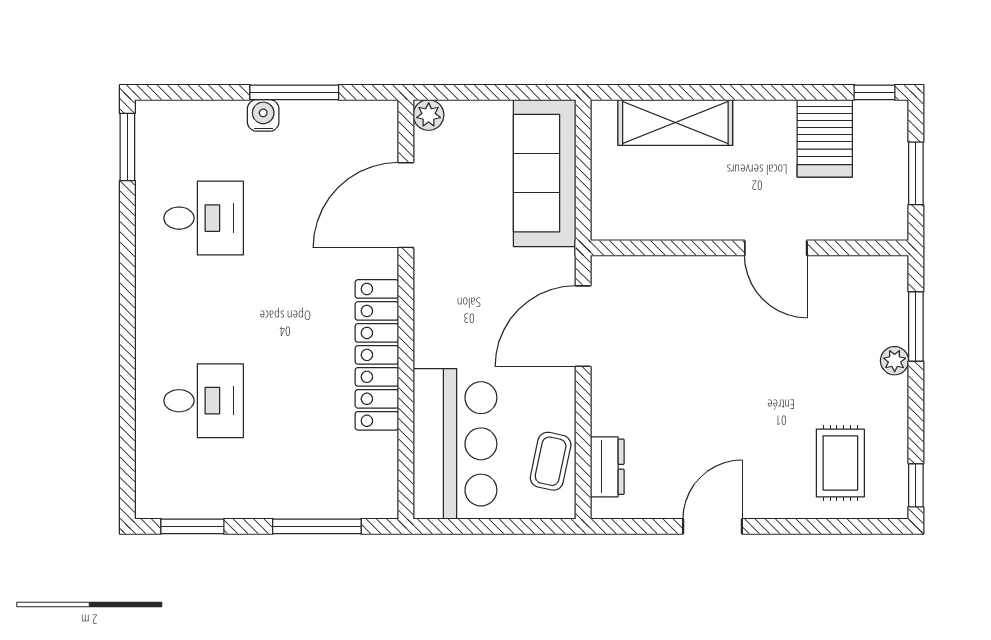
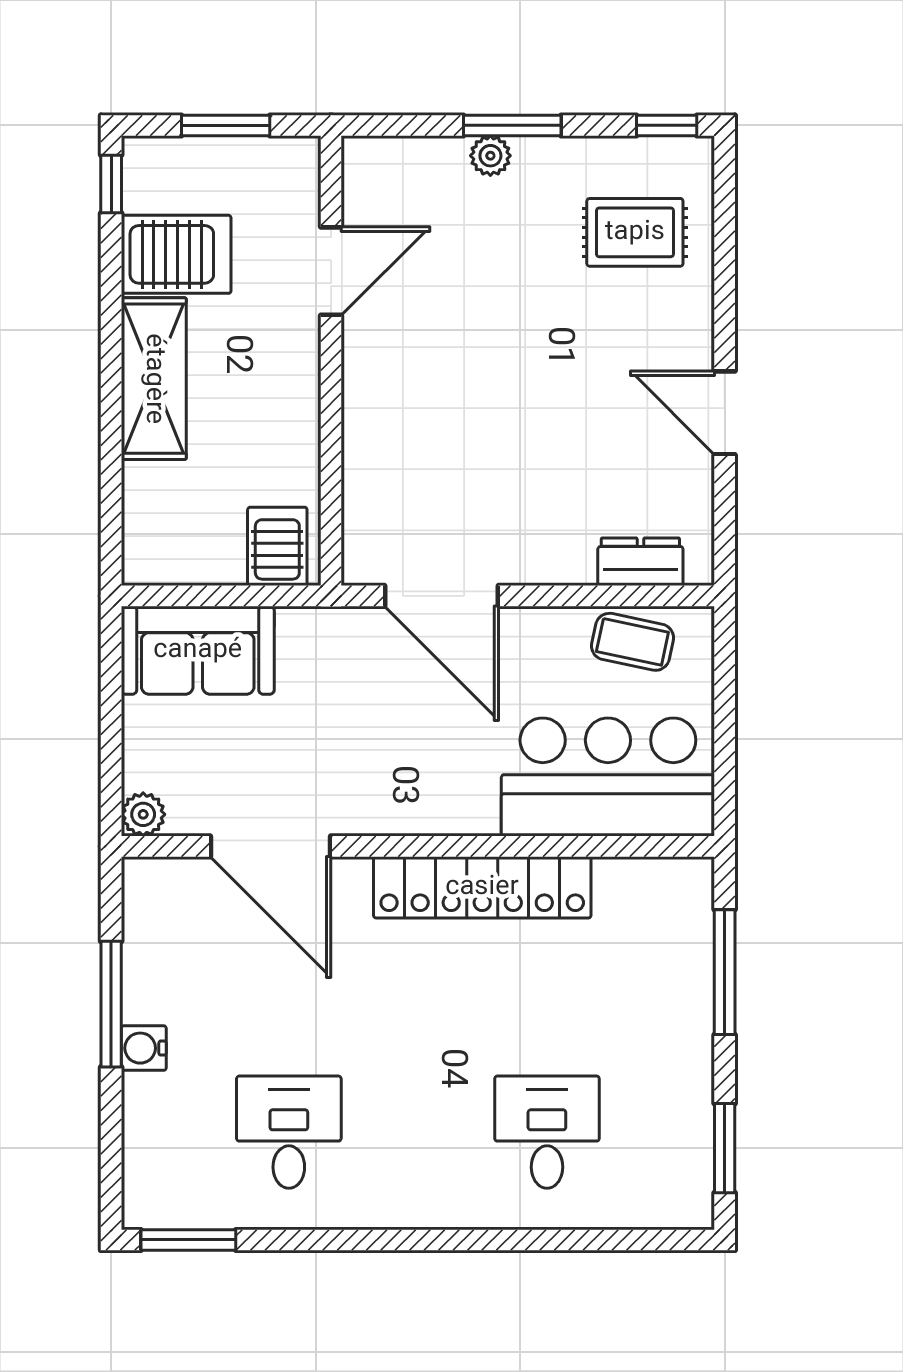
shelving: (675, 123) -> (154, 379), moved
sofa: (545, 173) -> (198, 650), width x0.73
server rack: (618, 210) -> (277, 546), added
door: (776, 248) -> (331, 271), moved
window: (916, 326) -> (512, 125), moved

